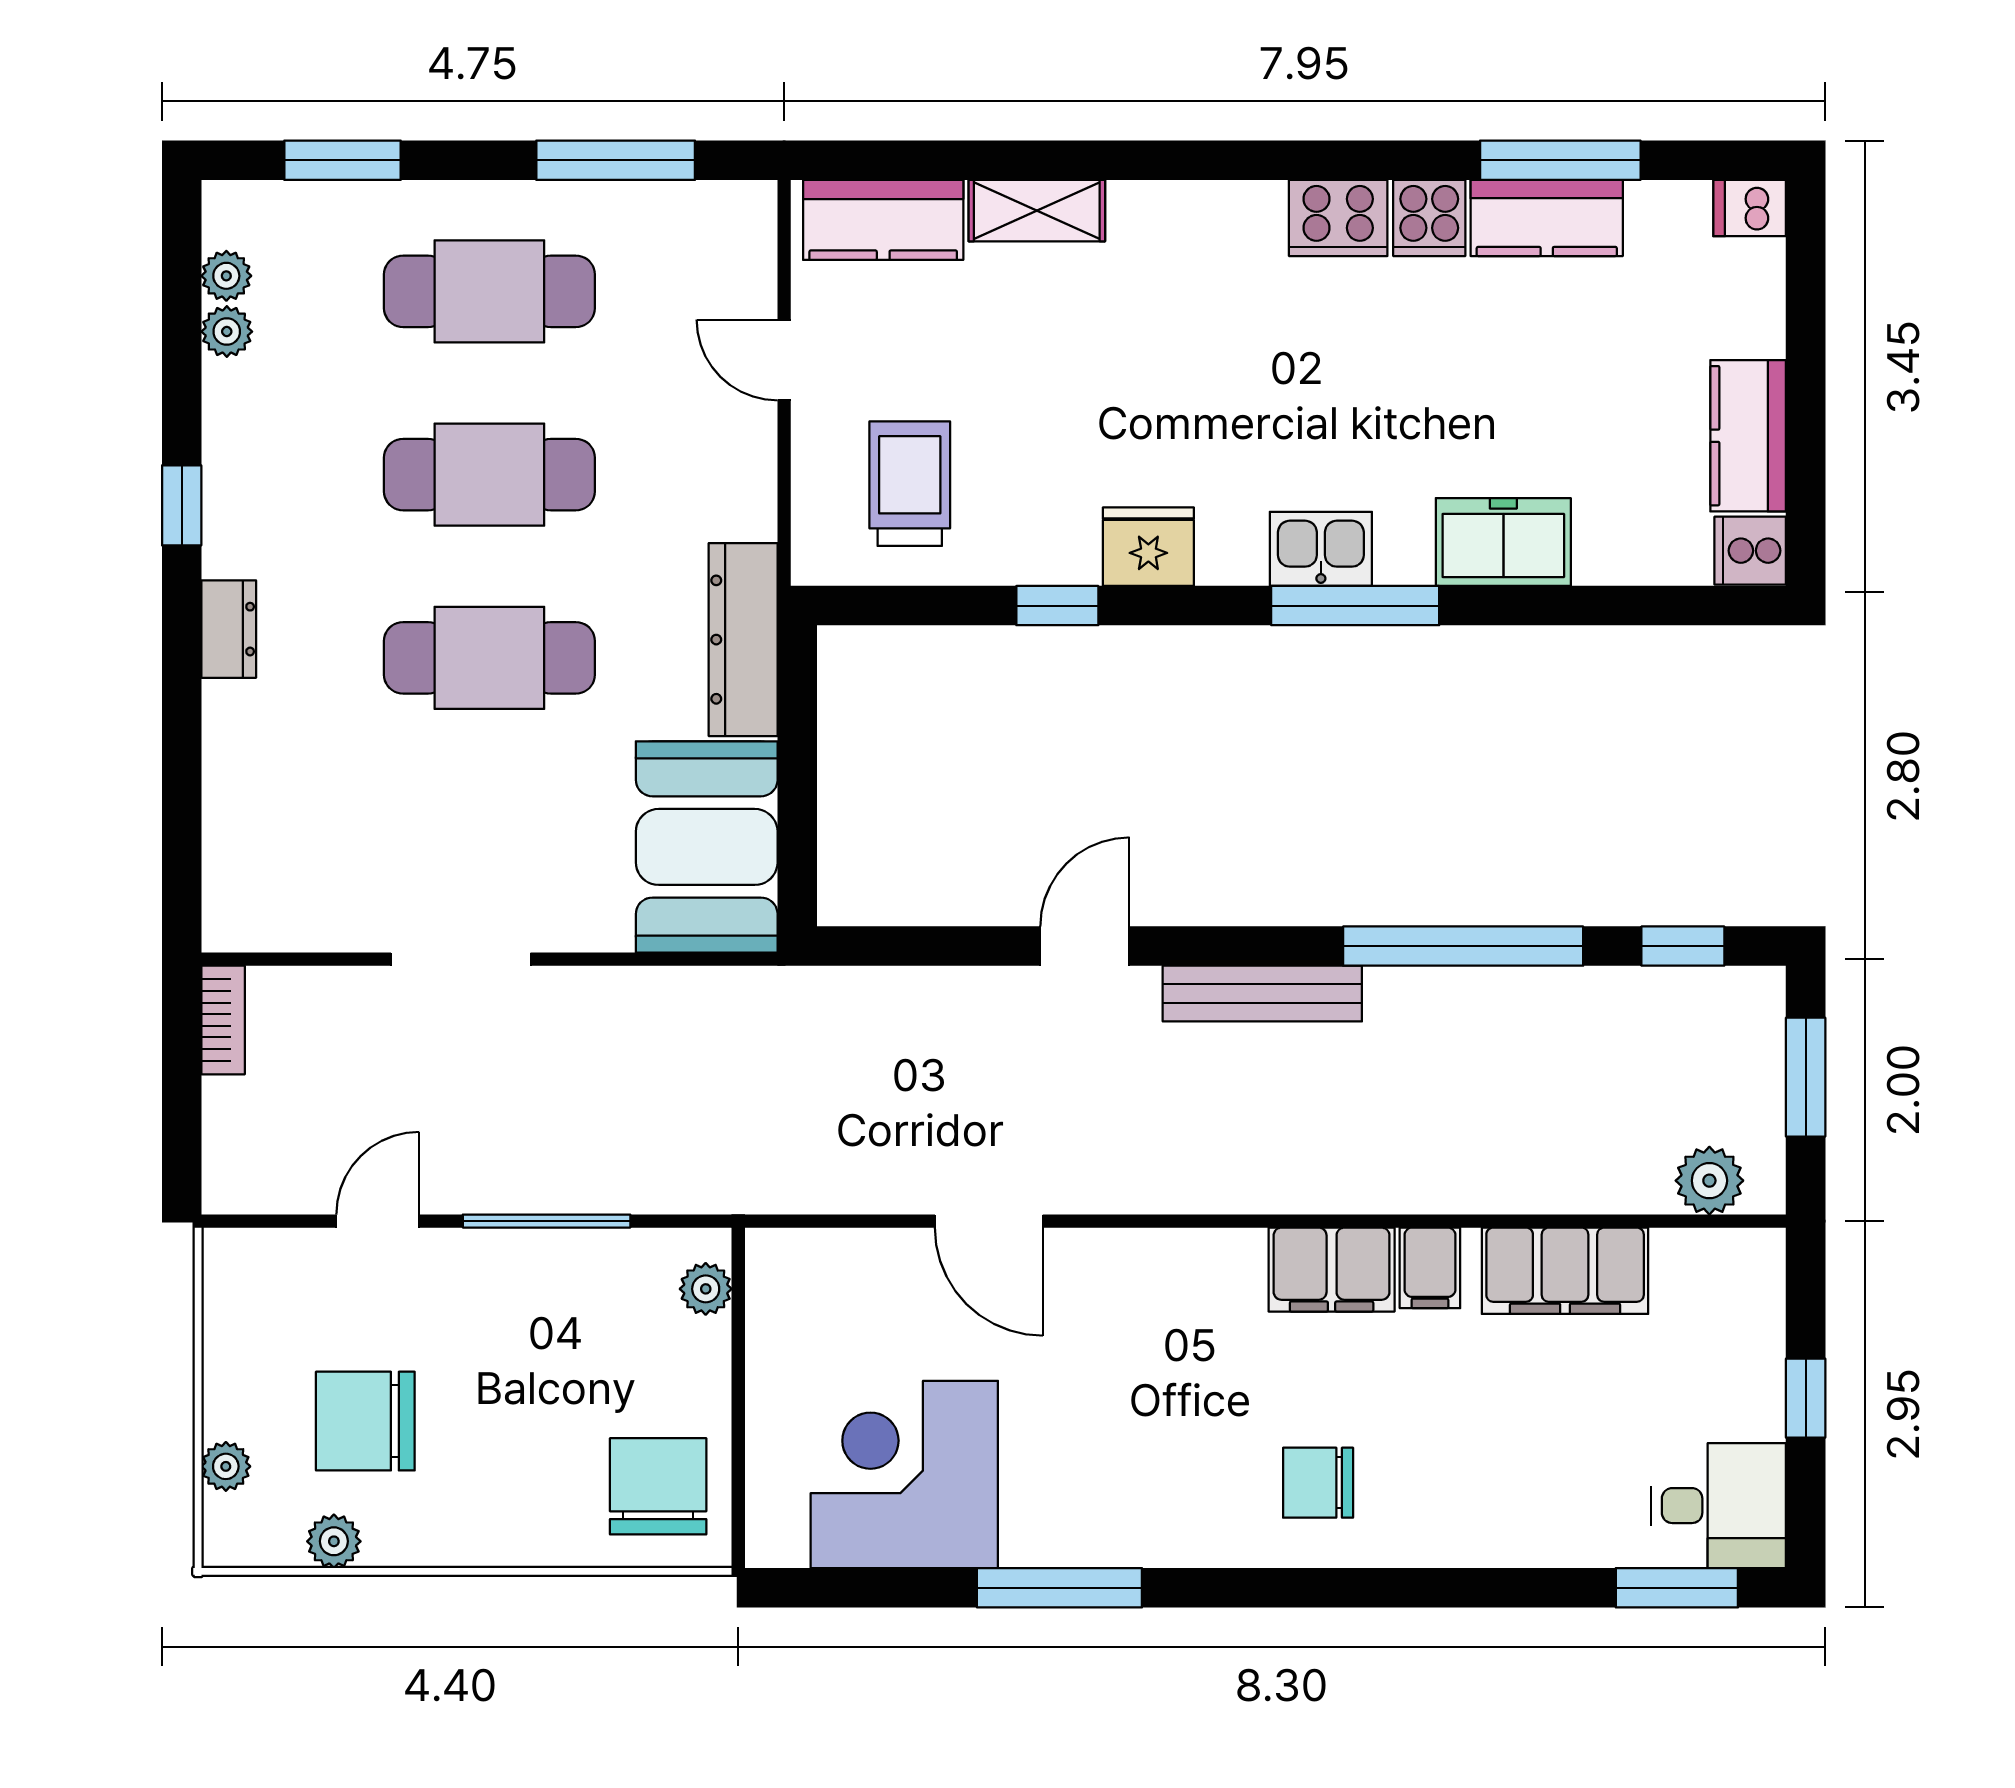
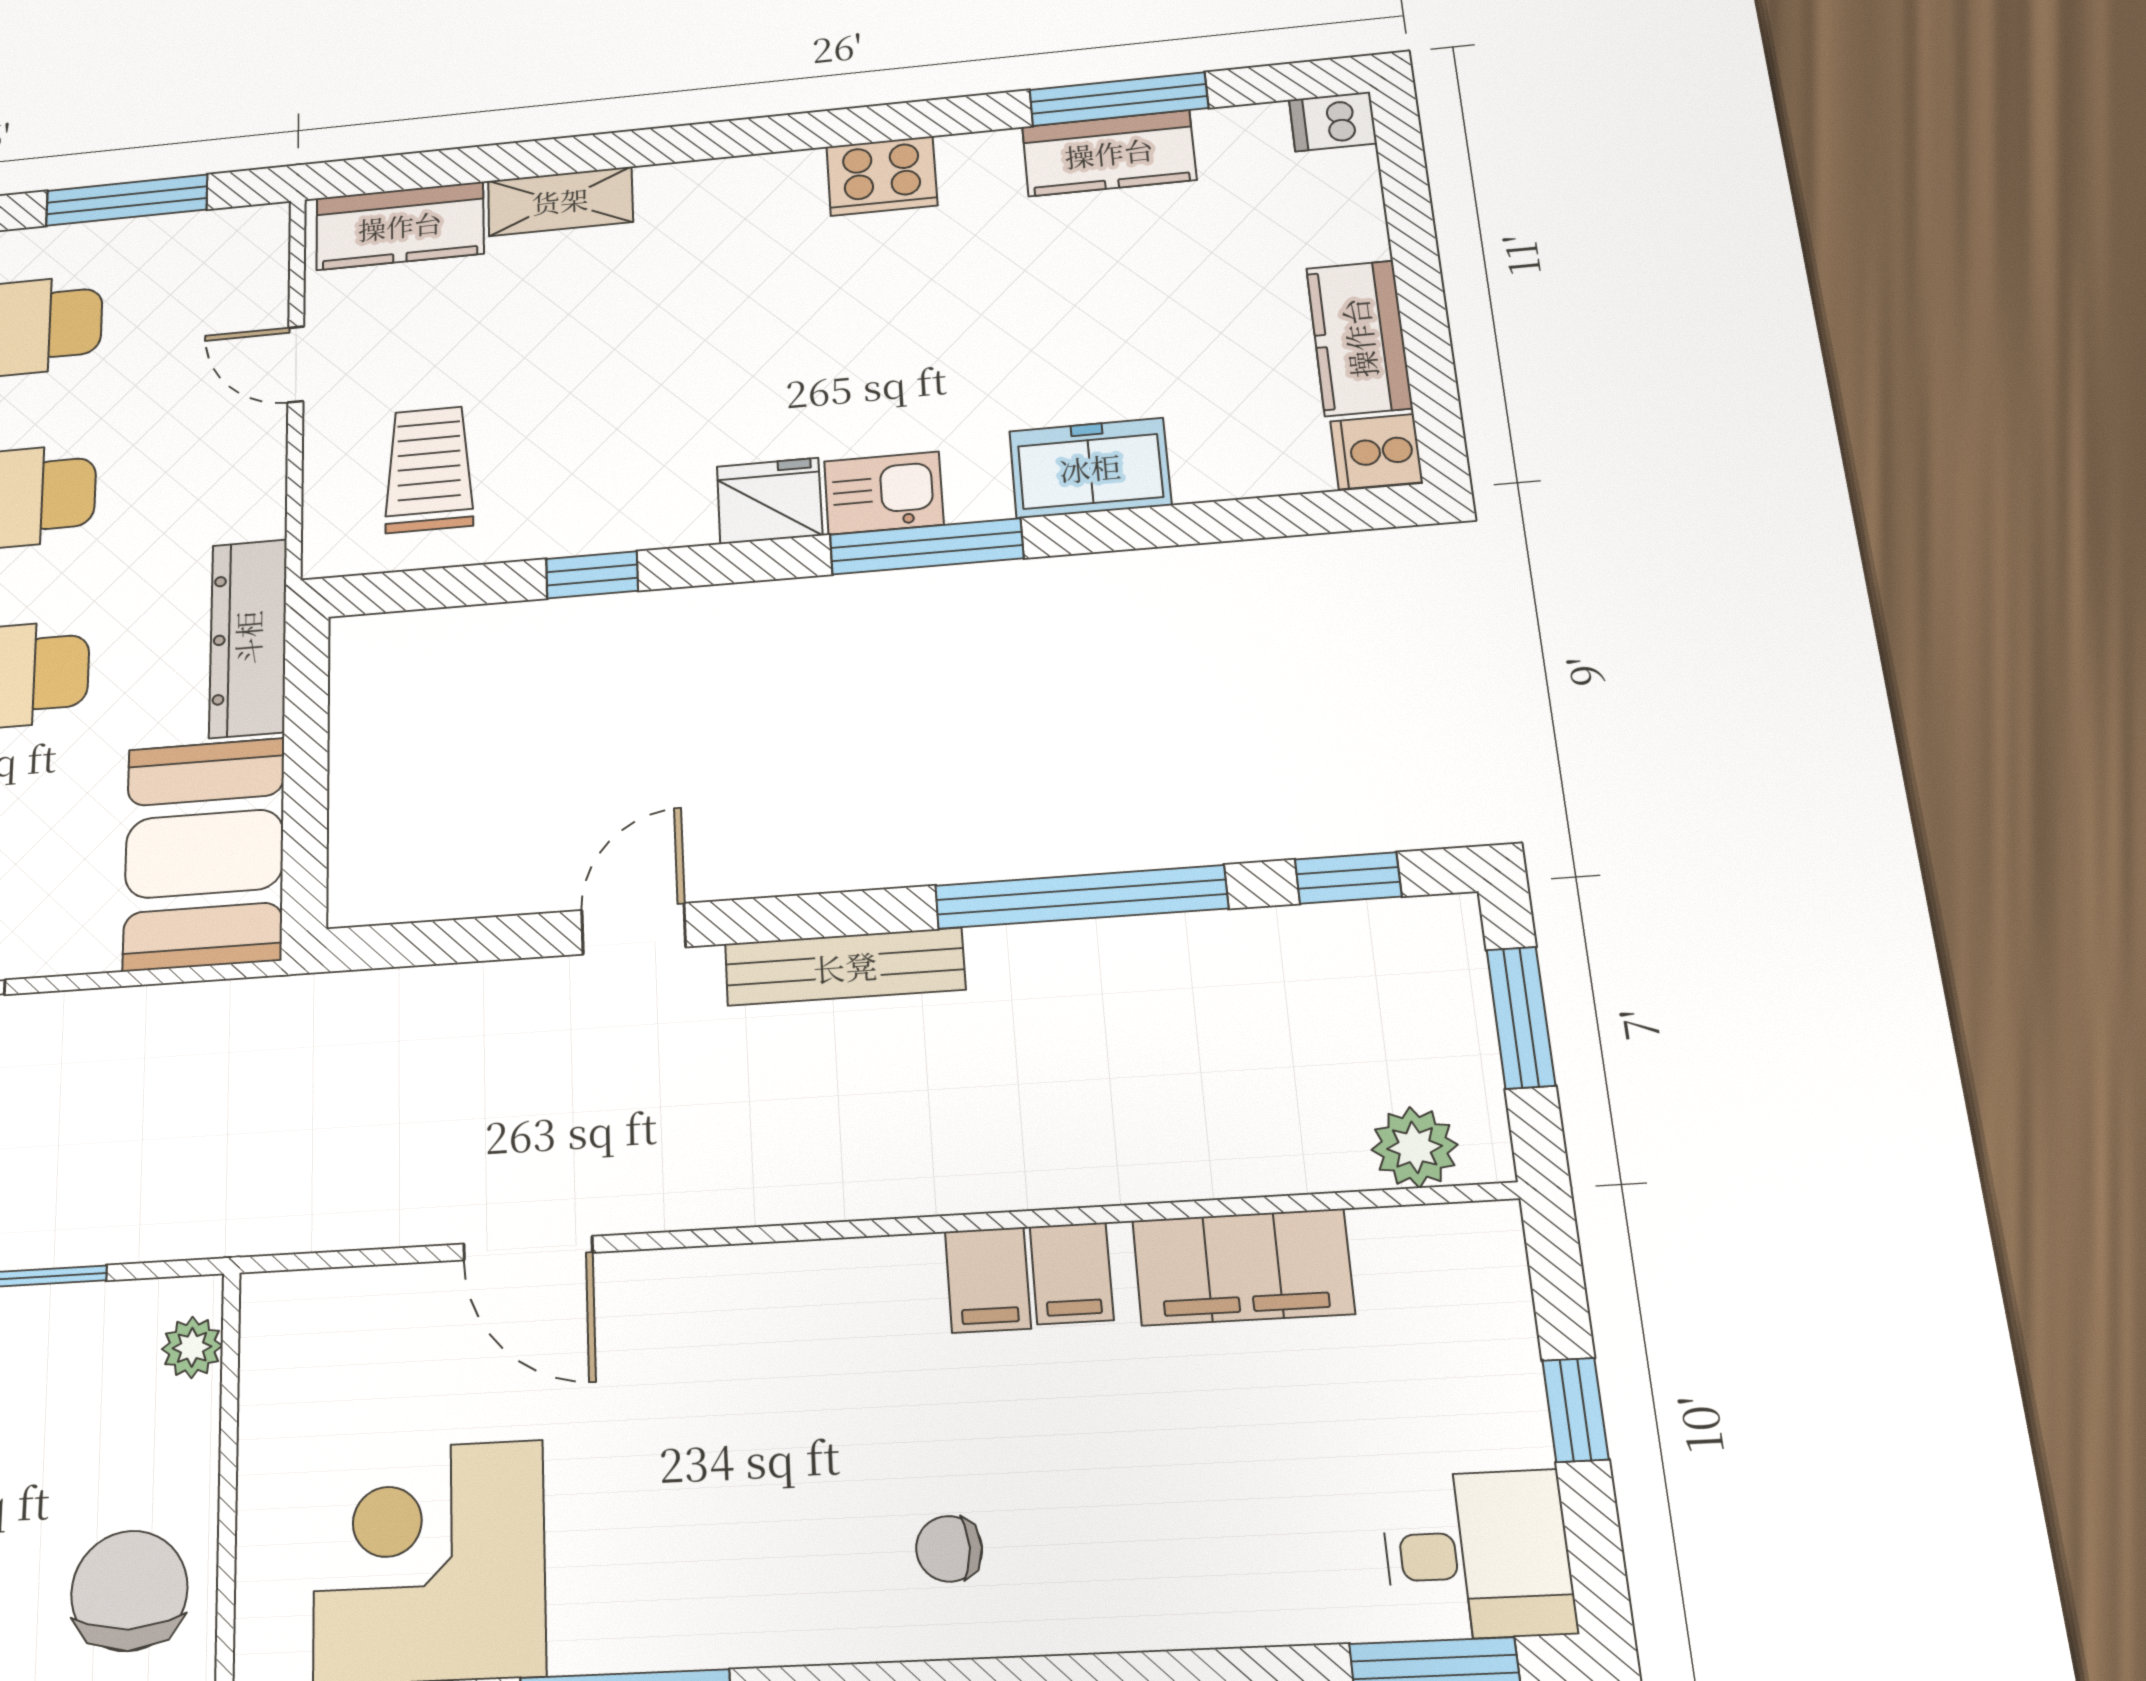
cooker: (1429, 218) -> (980, 166), removed
fridge: (1148, 547) -> (769, 501), moved
filing cabinet: (1332, 1270) -> (988, 1280), width x0.50
chair: (1318, 1483) -> (949, 1549), width x0.73, depth x0.73

